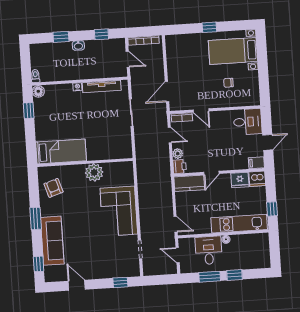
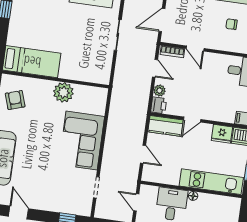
door: (176, 224) -> (143, 154), moved

